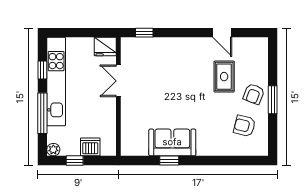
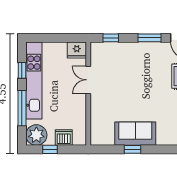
window: (189, 33) -> (149, 38), added
plant: (53, 150) -> (36, 135), width x1.88, depth x1.88

